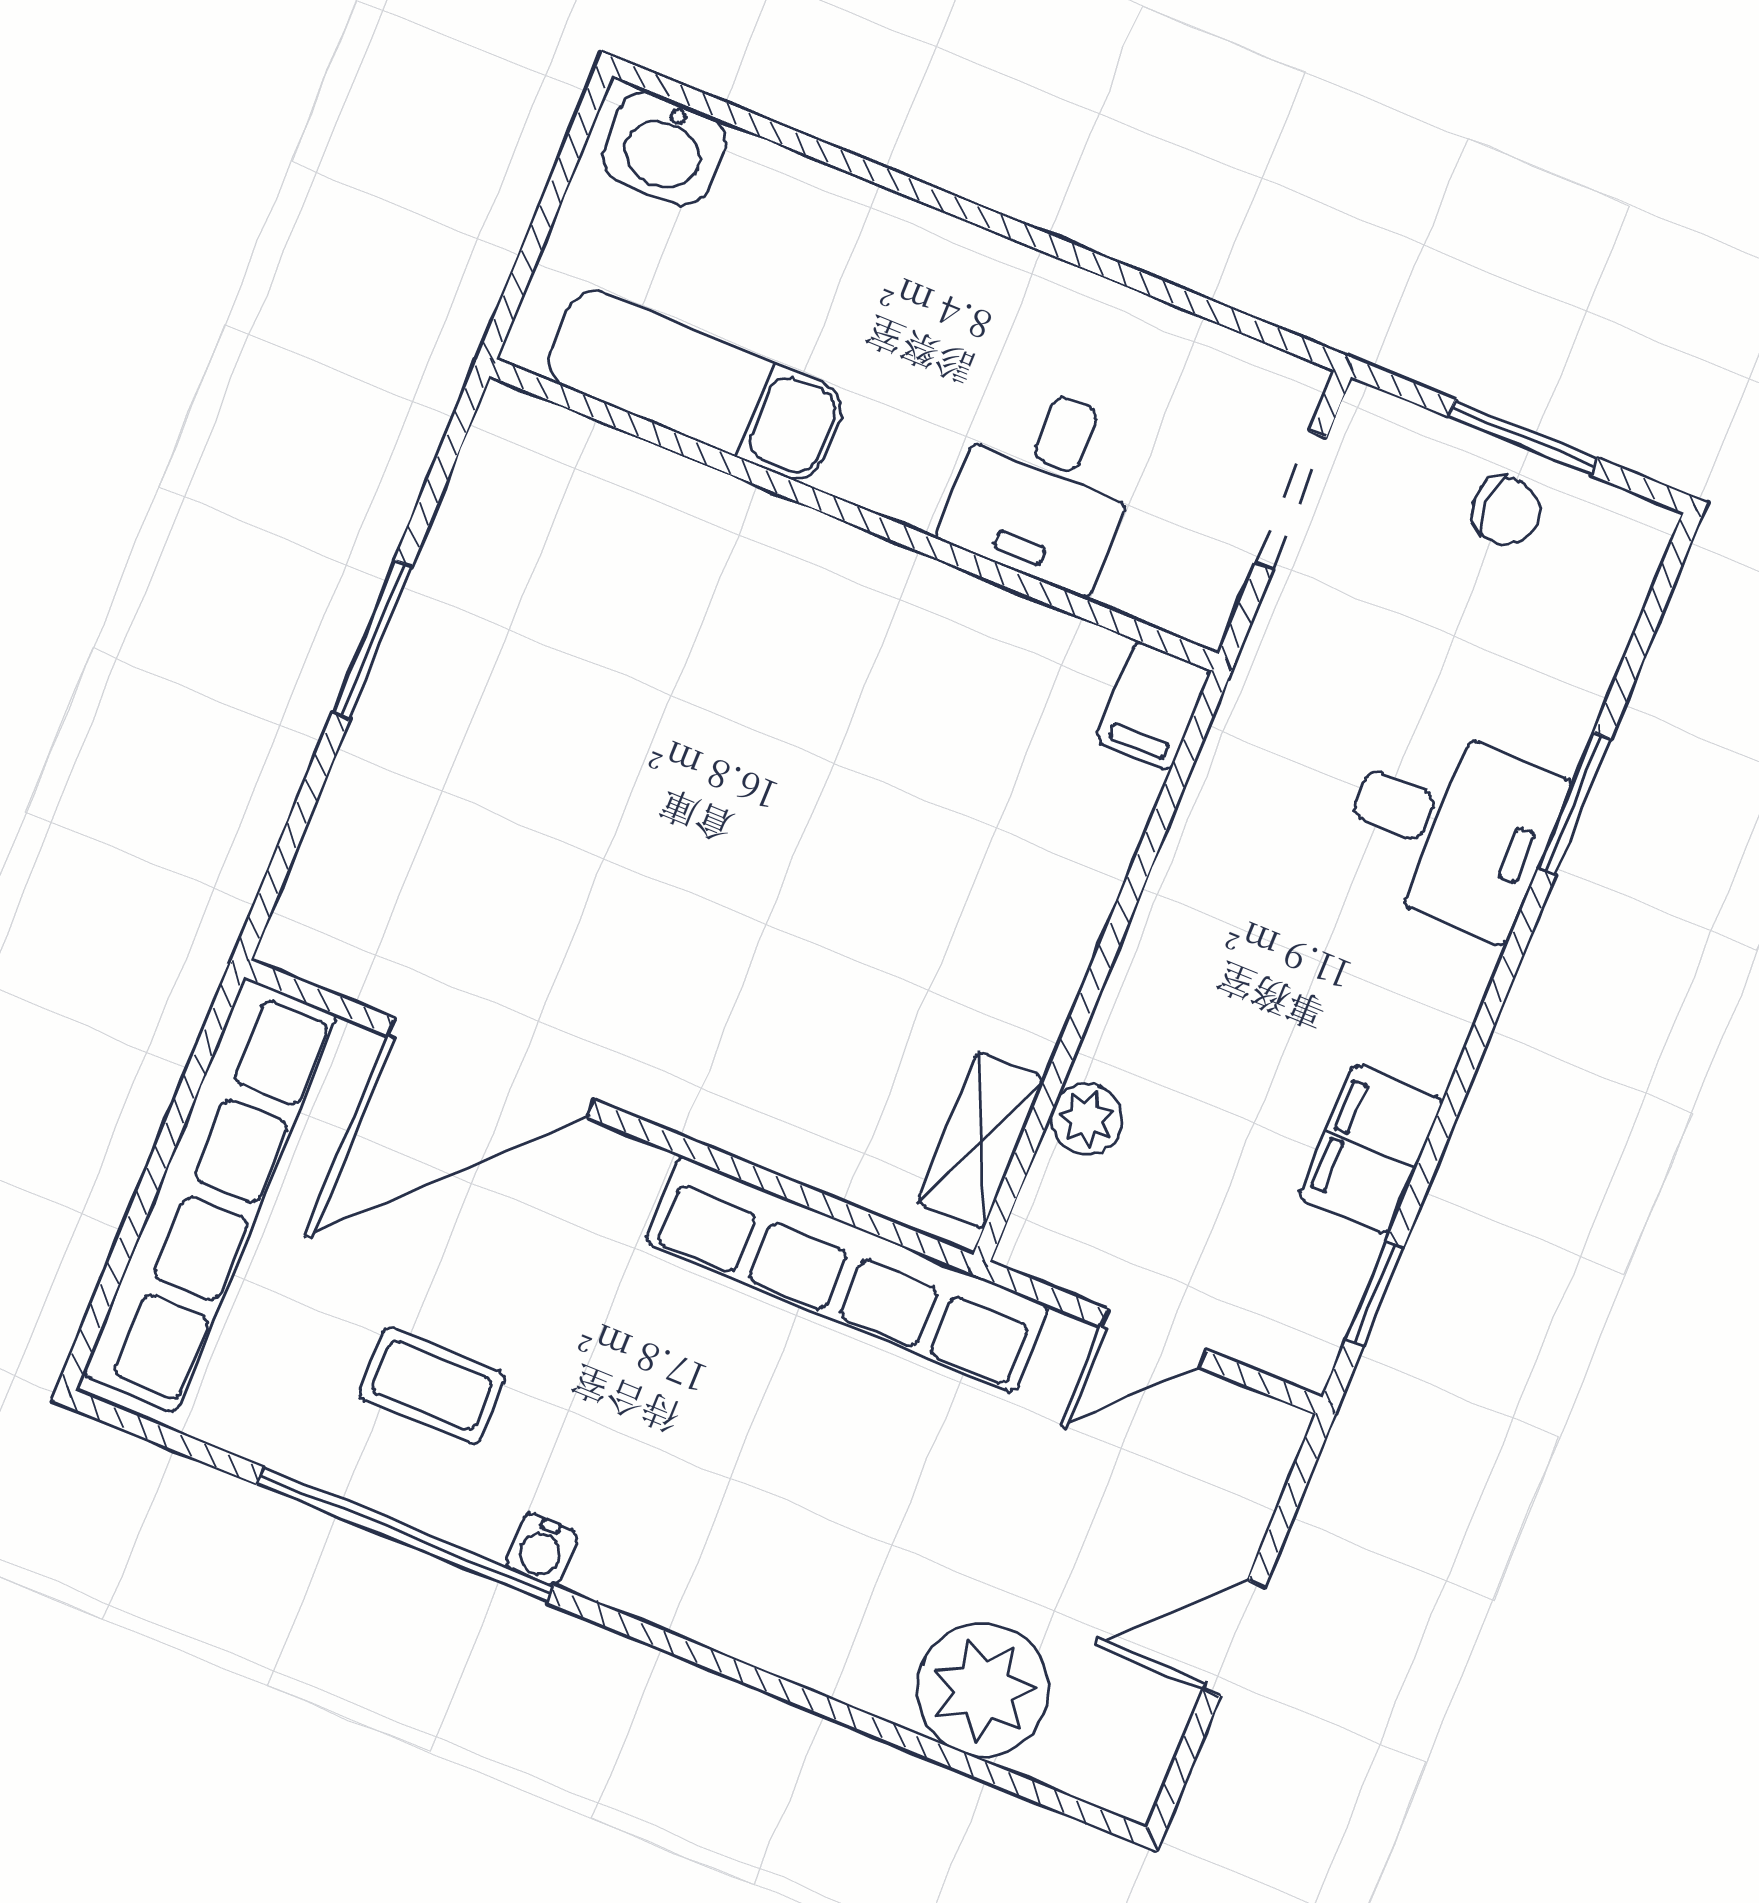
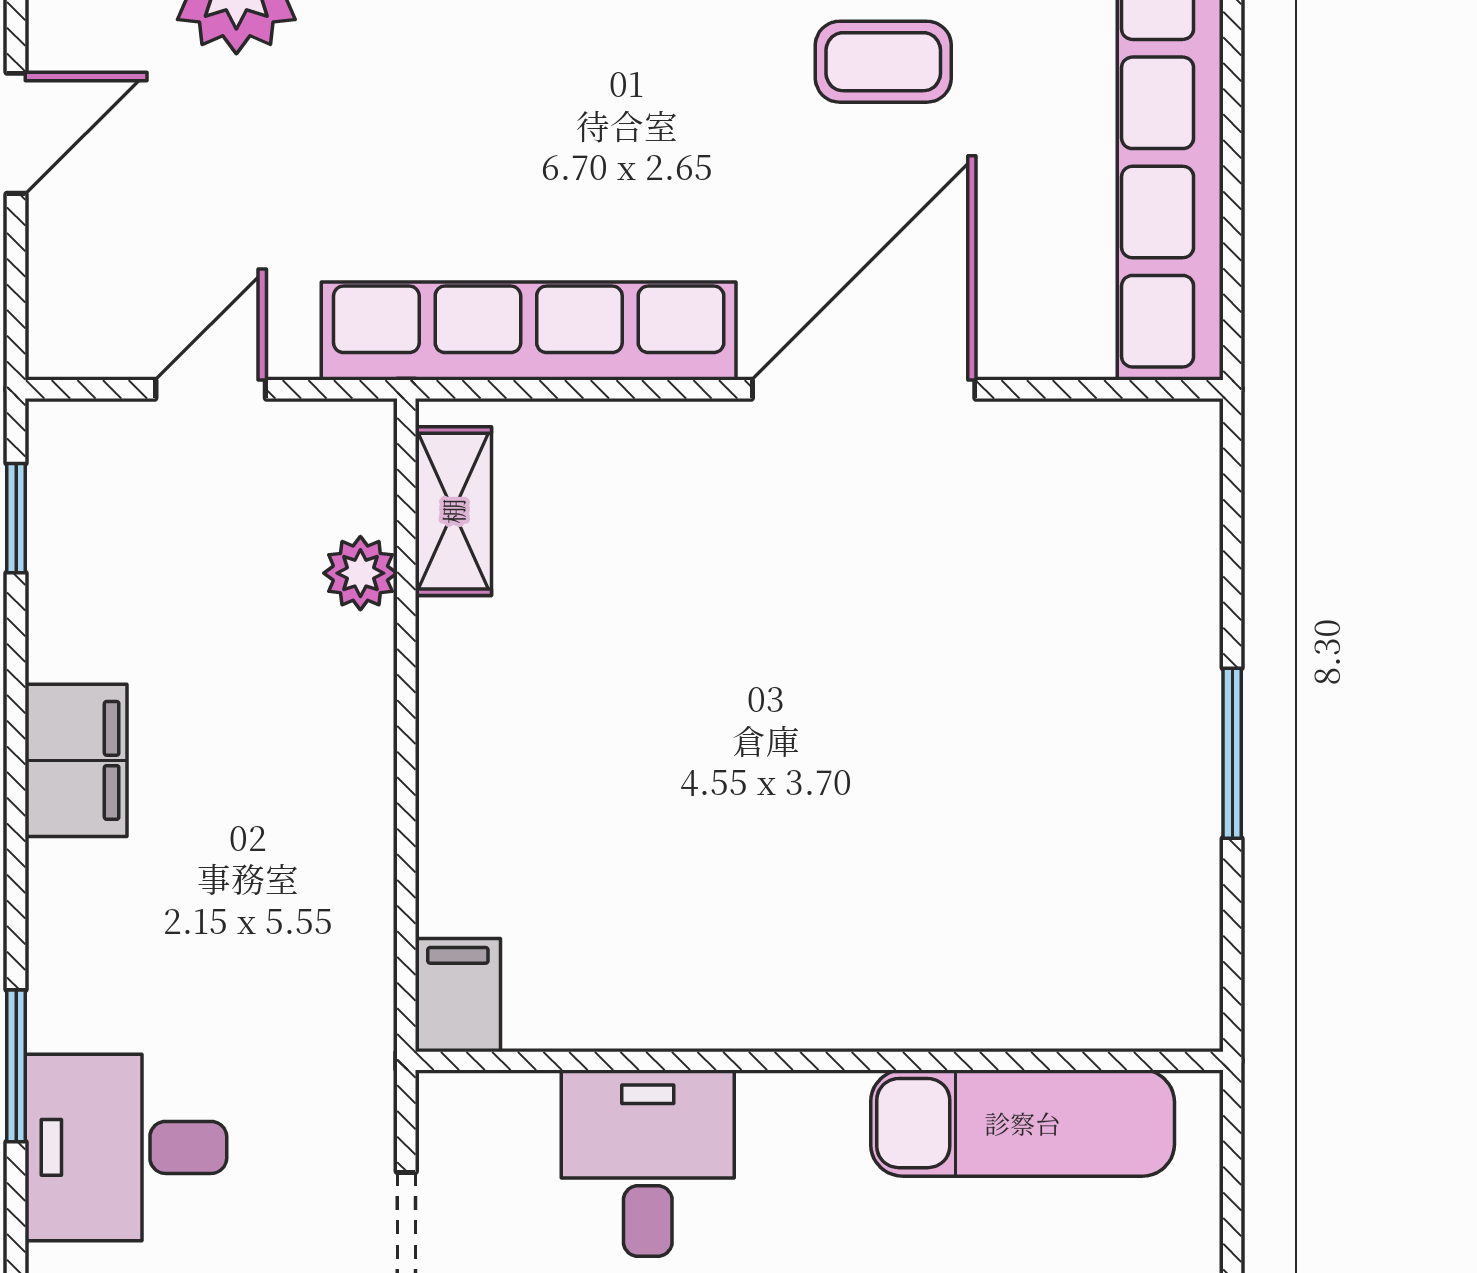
desk: (1450, 828) -> (126, 1147), moved
door: (491, 1068) -> (864, 389), moved
filing cabinet: (1371, 1149) -> (76, 760), moved

